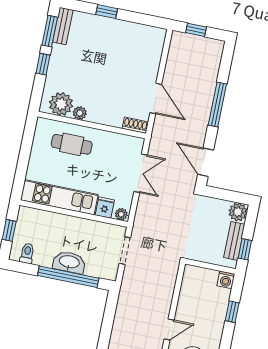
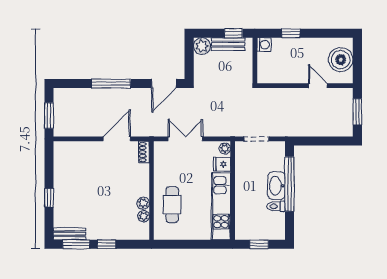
window: (196, 30) -> (49, 116), width x1.50
plant: (61, 104) -> (144, 216), width x0.53, depth x0.53
toilet: (27, 253) -> (276, 206), moved

